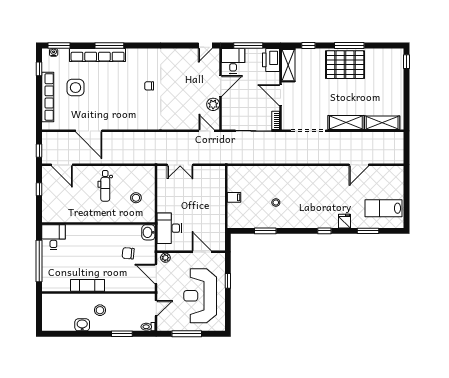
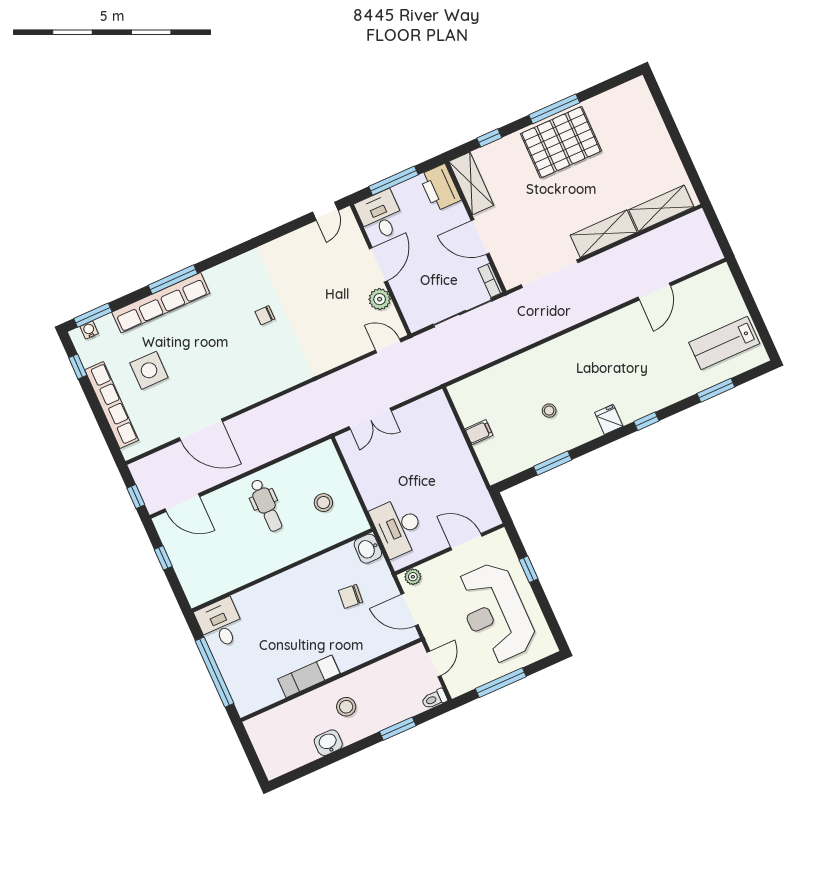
window: (406, 62) -> (657, 94), removed
fridge: (345, 221) -> (609, 419), moved

